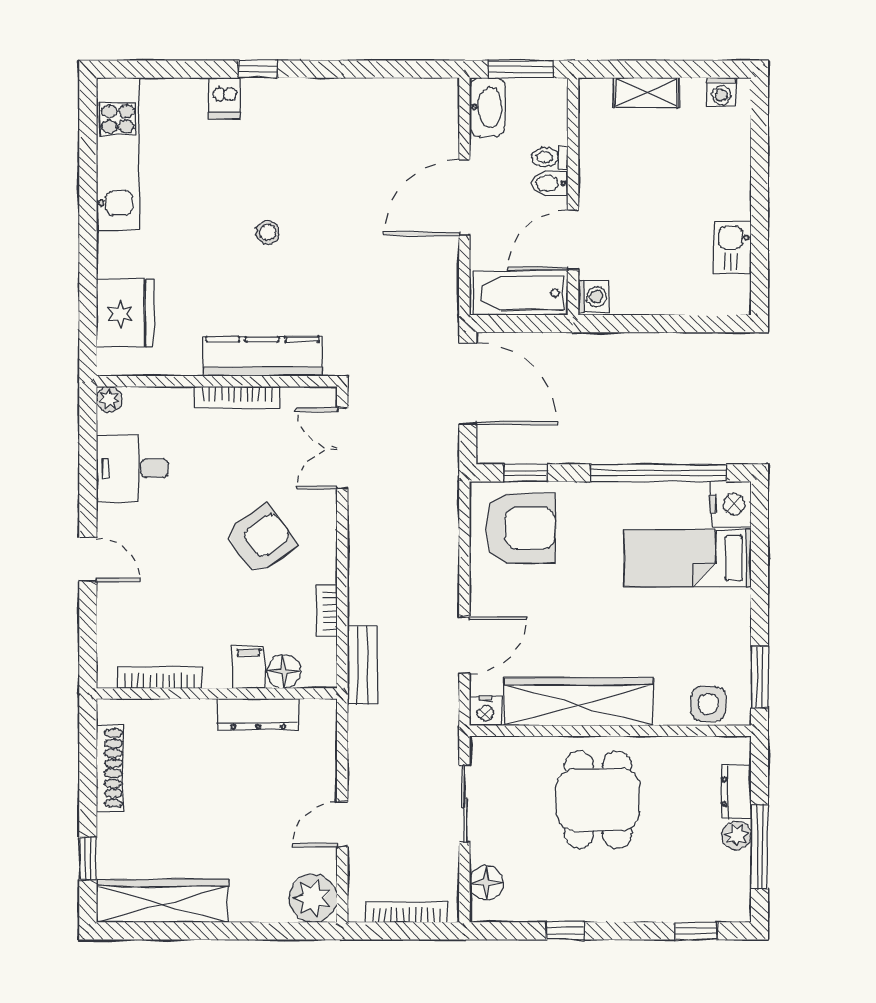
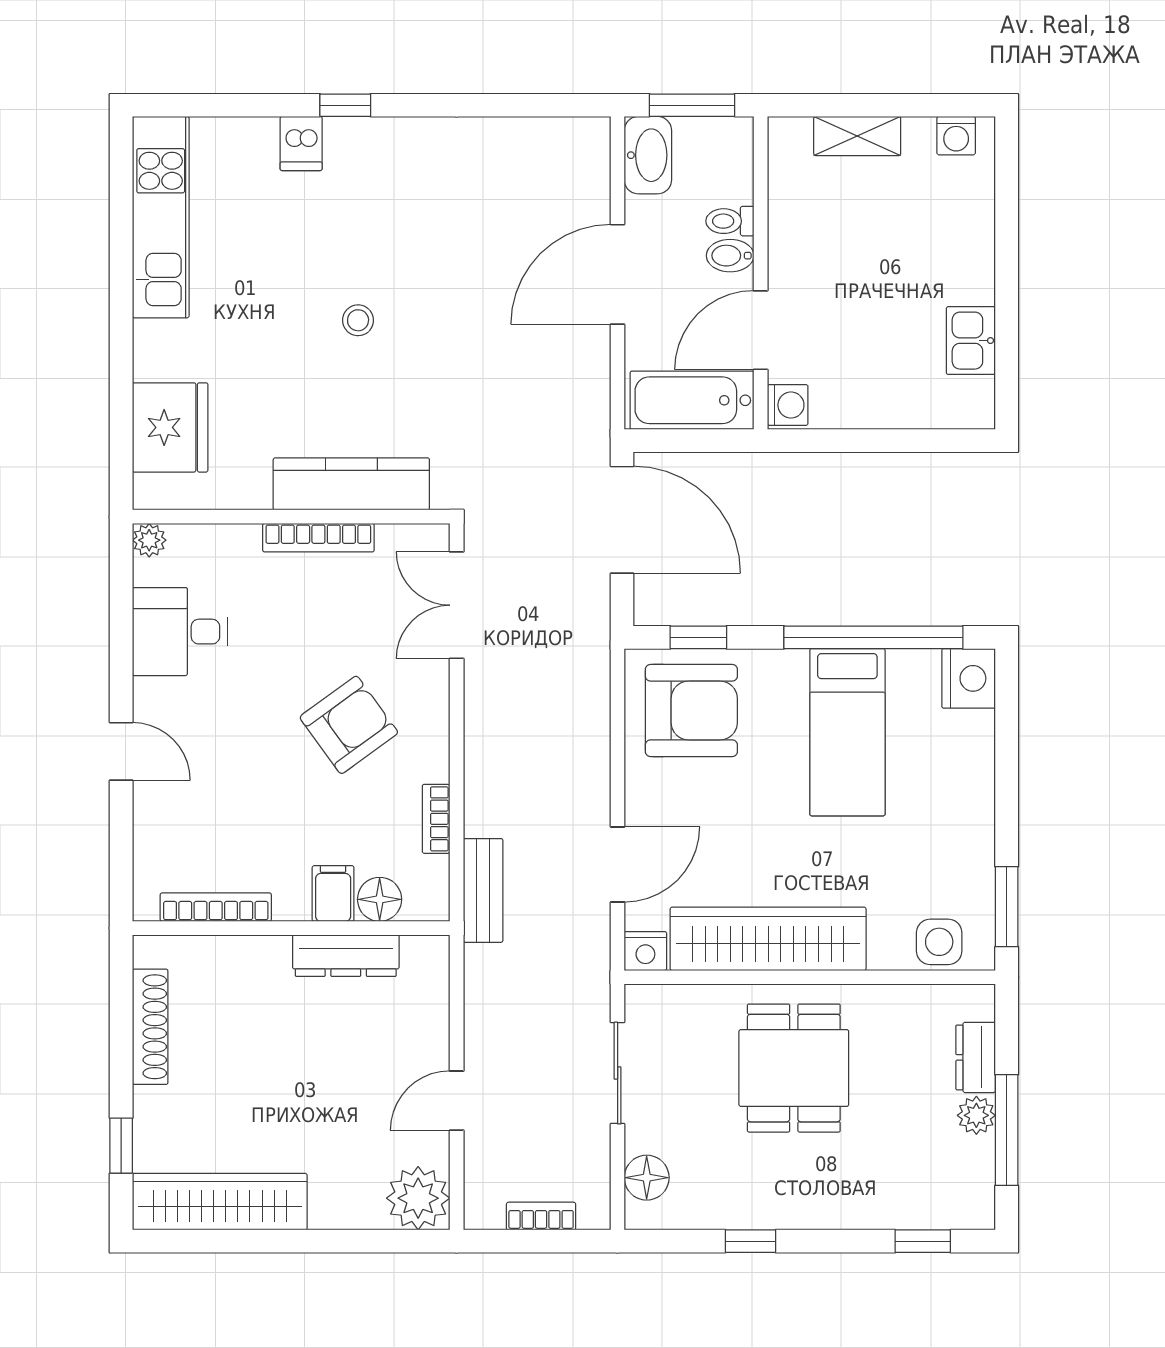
bed: (688, 558) -> (847, 732), moved, turned -90
bookcase: (406, 912) -> (541, 1216), width x0.64

